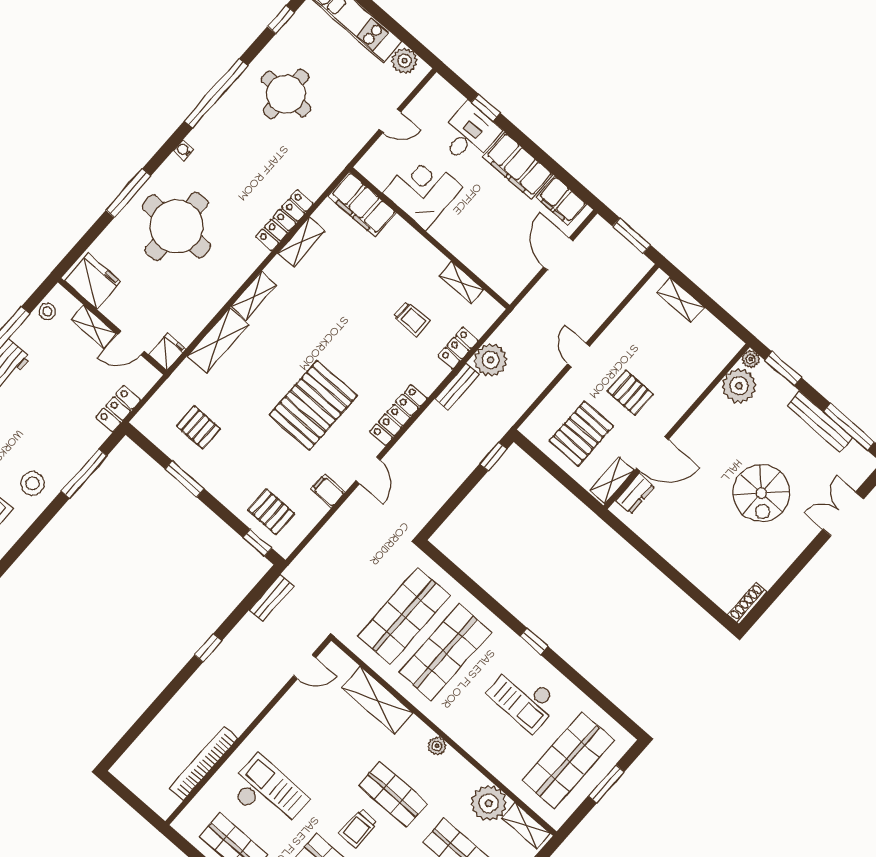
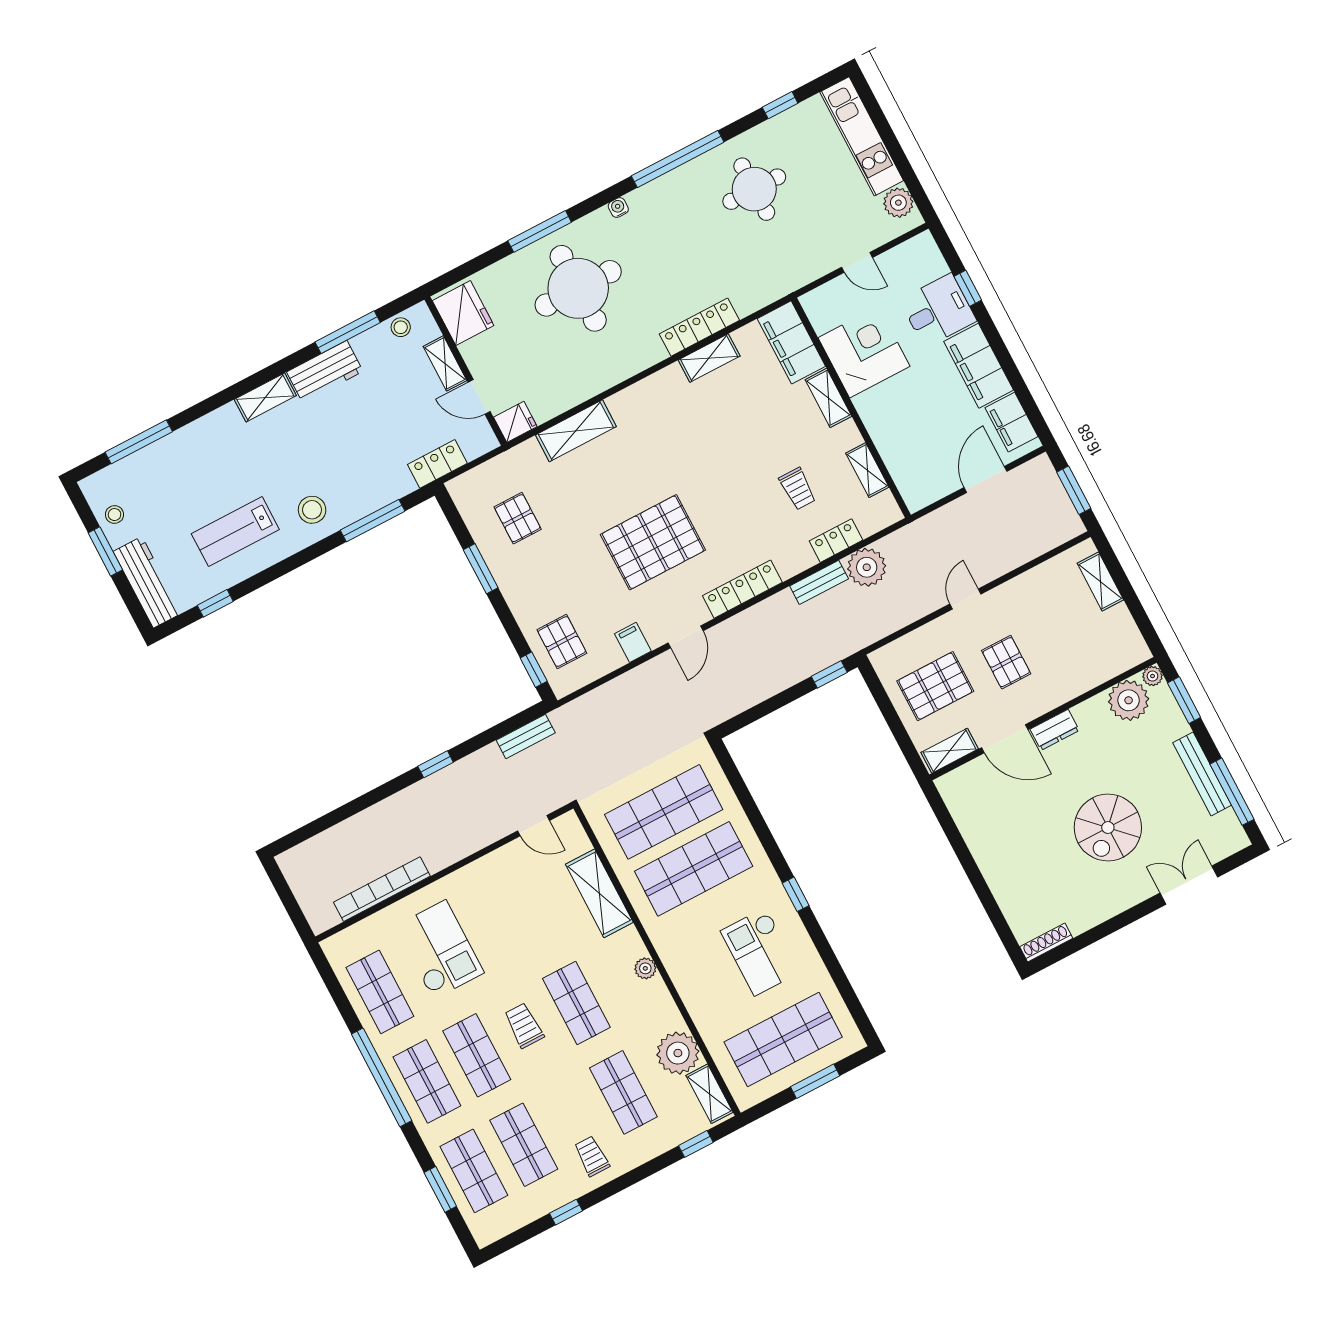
shelving: (254, 296) -> (828, 398), moved, turned 90
dresser: (635, 493) -> (1055, 730), moved
trolley: (358, 828) -> (524, 1026), turned 90

